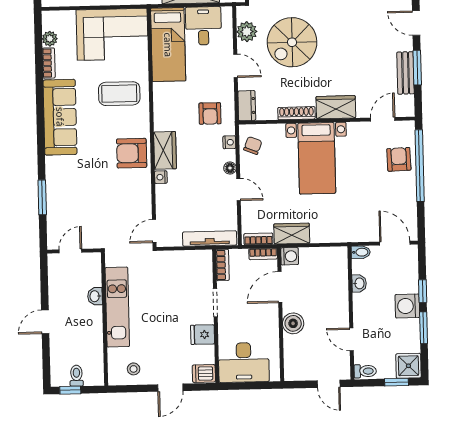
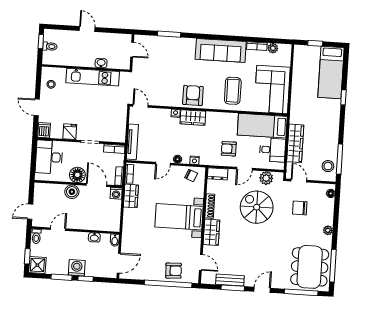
armchair: (210, 113) -> (229, 149), moved
floor lamp: (267, 317) -> (77, 175), added

